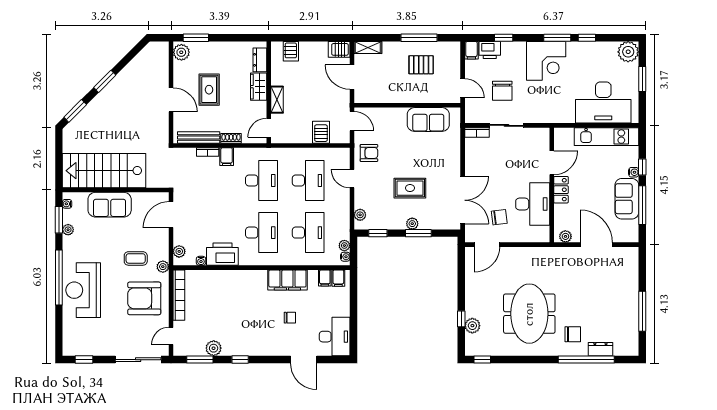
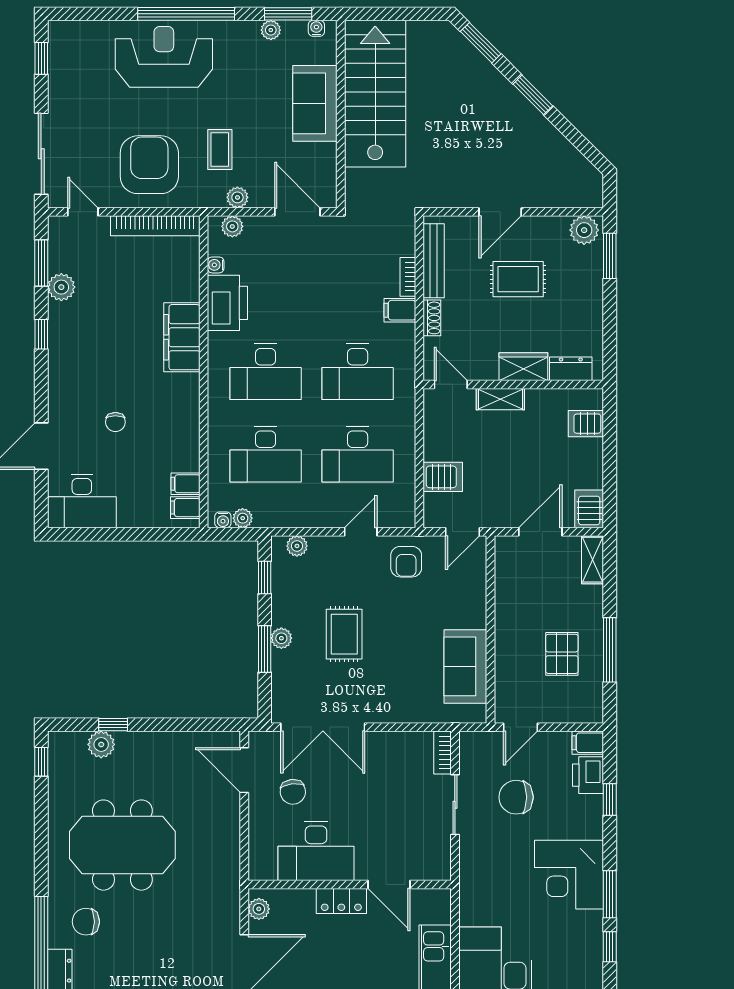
plant: (163, 267) -> (237, 197), moved
filing cabinet: (287, 280) -> (182, 337), moved
chair: (573, 334) -> (86, 922), turned 90

